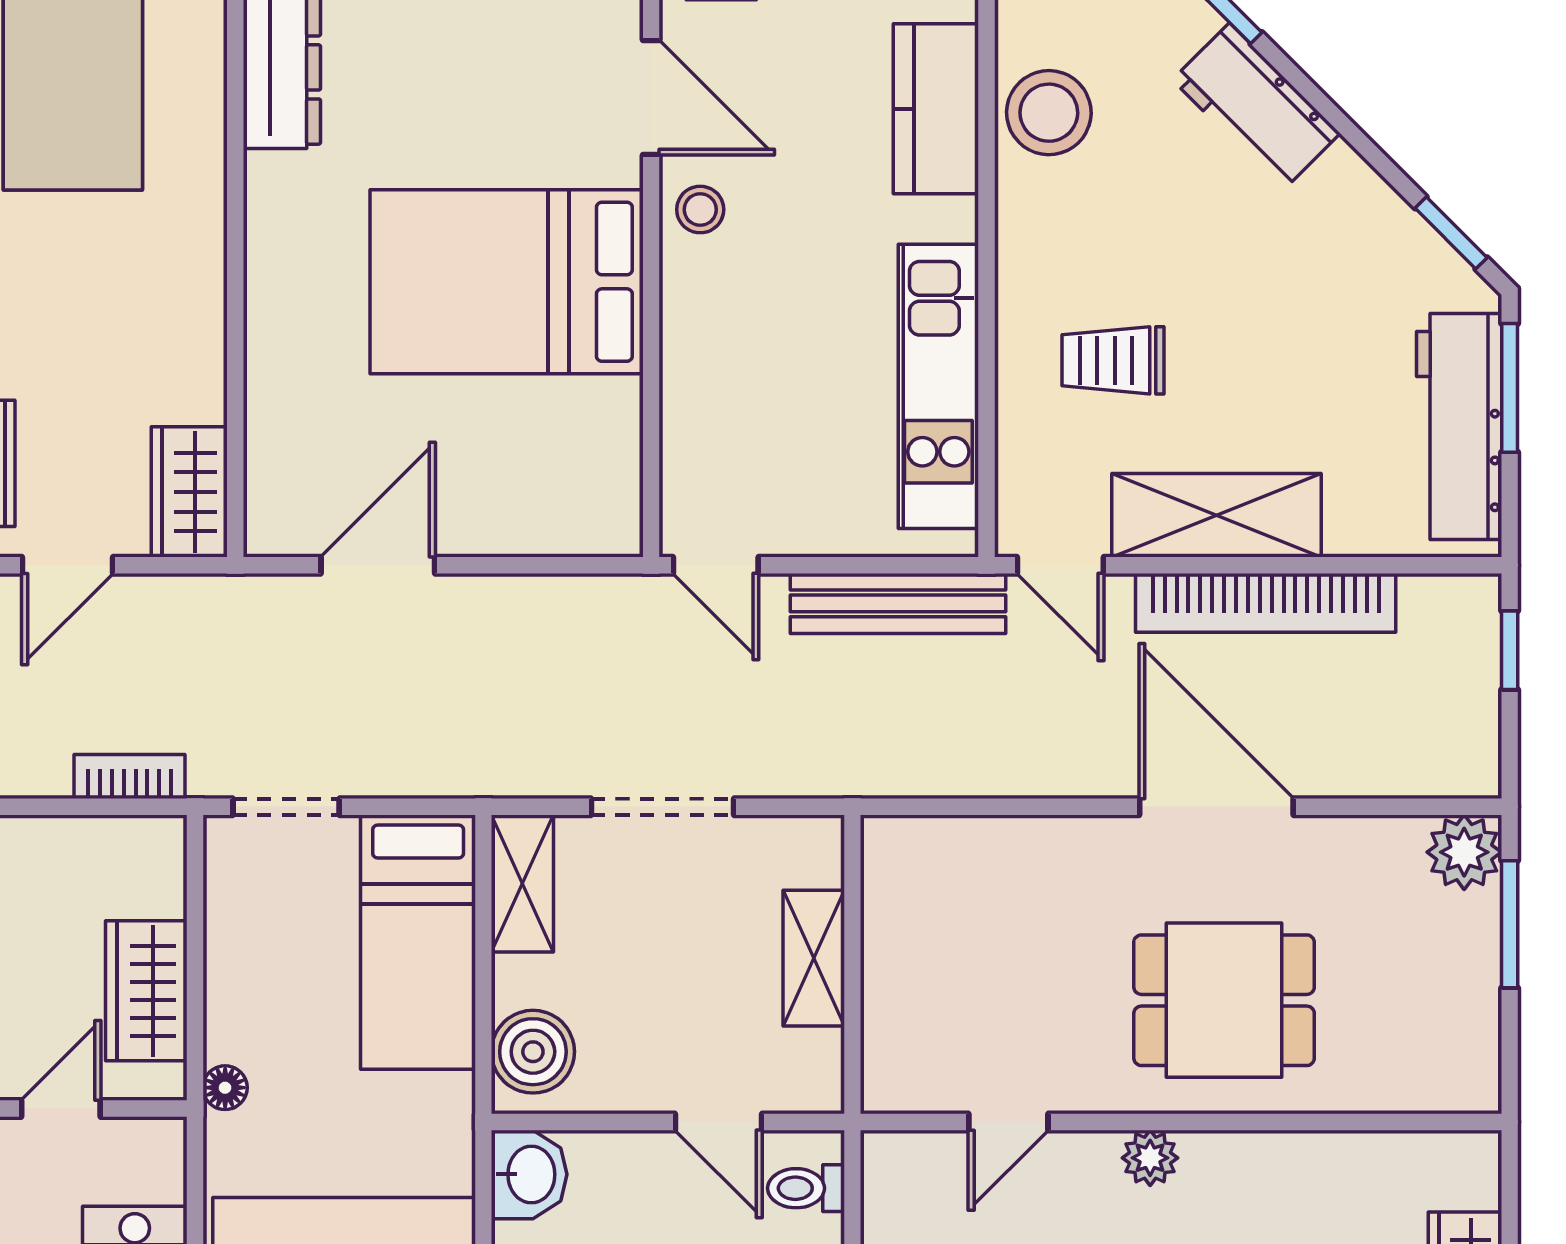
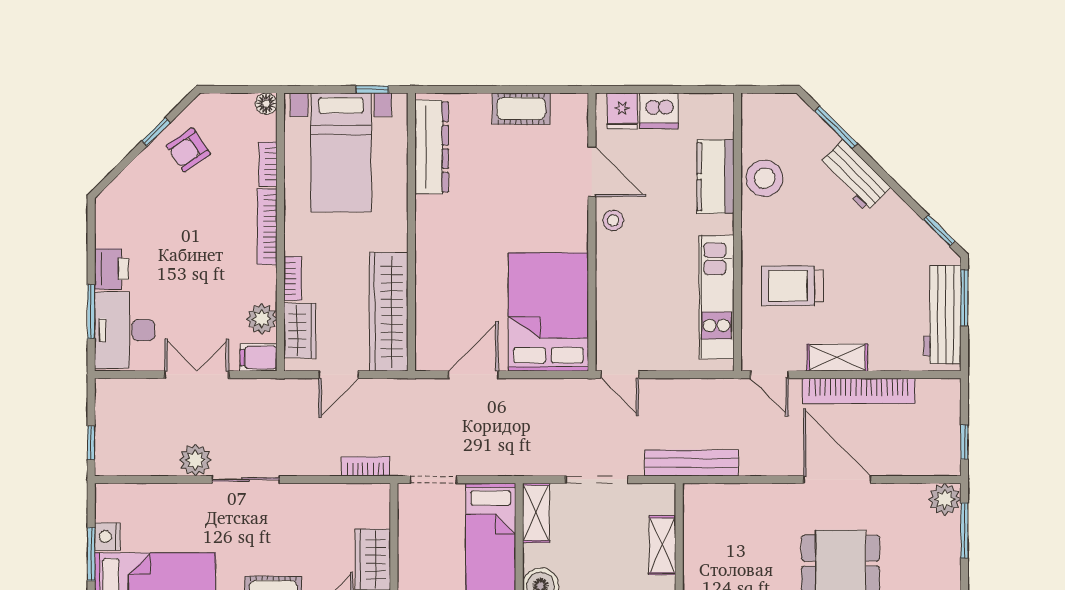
bed: (507, 282) -> (548, 312), moved, turned 90
trolley: (1113, 360) -> (792, 286), width x1.36, depth x1.39
wardrobe: (189, 492) -> (389, 312), width x2.10, depth x1.17
shelving: (1216, 515) -> (837, 358), width x0.67, depth x0.75
bench: (898, 603) -> (691, 463), moved
window: (1510, 650) -> (964, 442), moved

